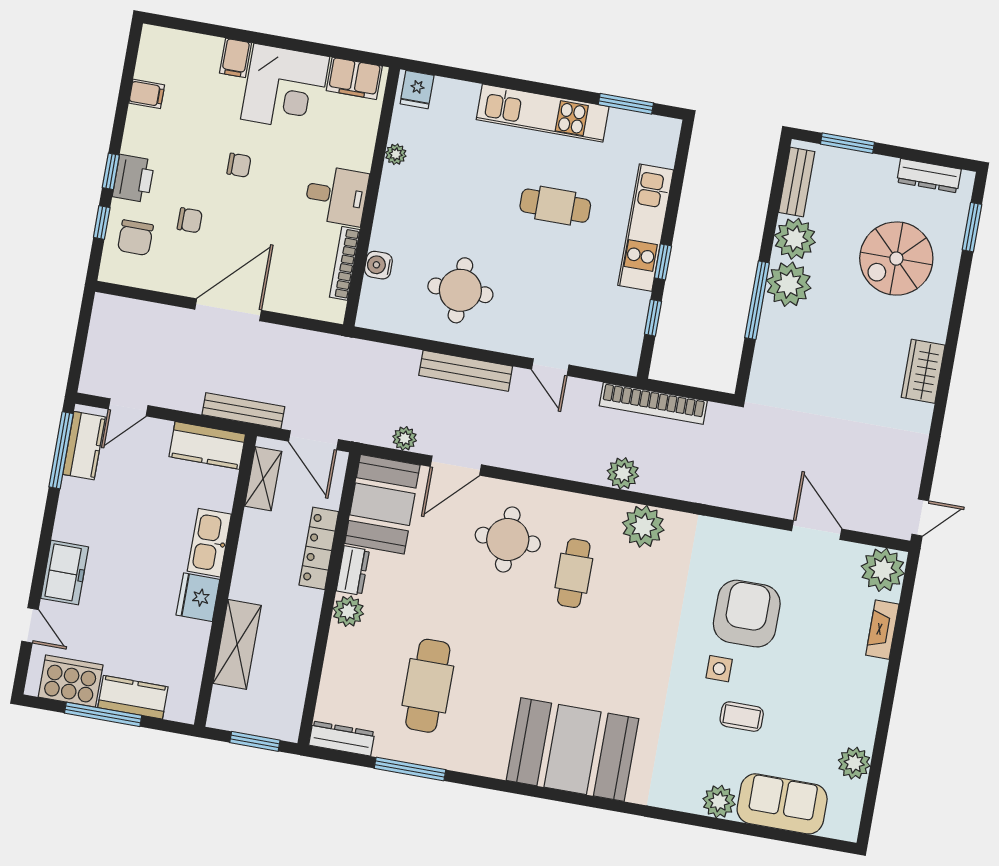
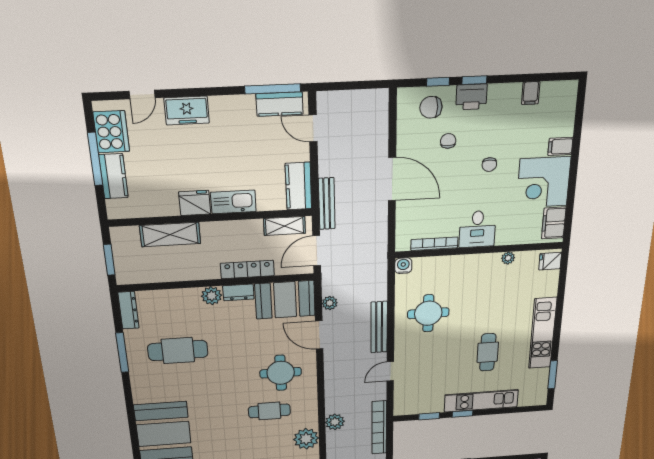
chair: (190, 220) -> (448, 141), turned 180
water cooler: (378, 265) -> (403, 266), moved

